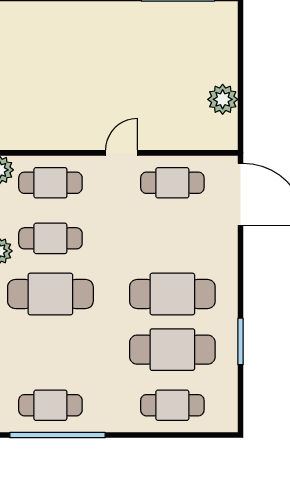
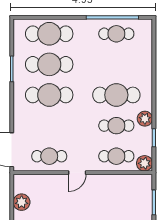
cafe table: (172, 405) -> (49, 34), width x1.37, depth x1.35

